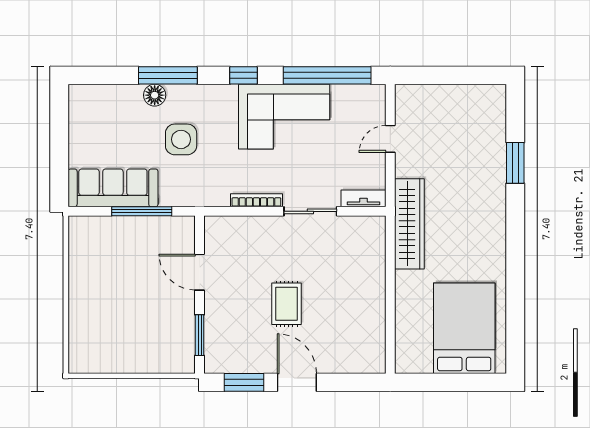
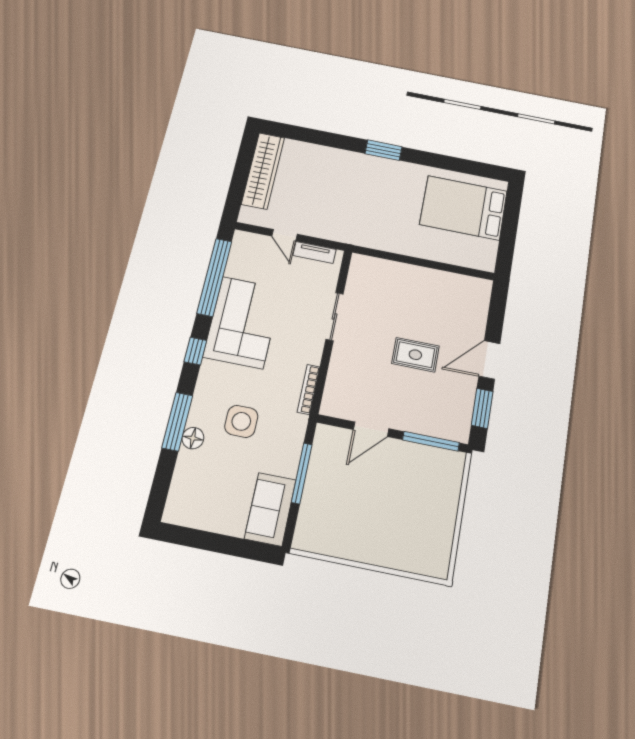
window: (515, 163) -> (383, 150), moved
sofa: (113, 188) -> (270, 509), width x0.73
tv unit: (363, 198) -> (314, 252), moved, turned -90
bookcase: (256, 200) -> (309, 389), moved
wardrobe: (409, 224) -> (263, 171), moved, turned 90
window: (200, 335) -> (431, 441), width x1.44

